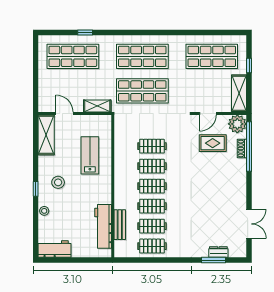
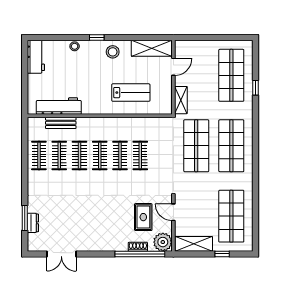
stool: (58, 182) -> (113, 52), moved

